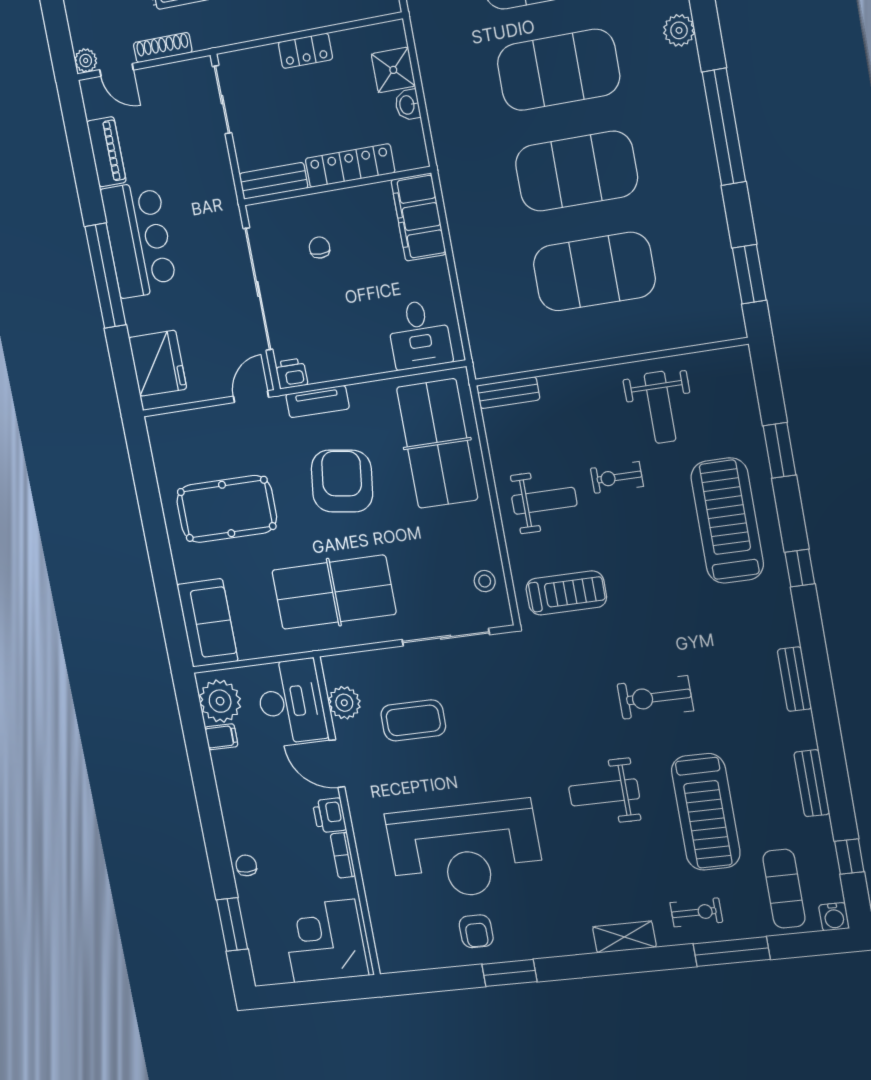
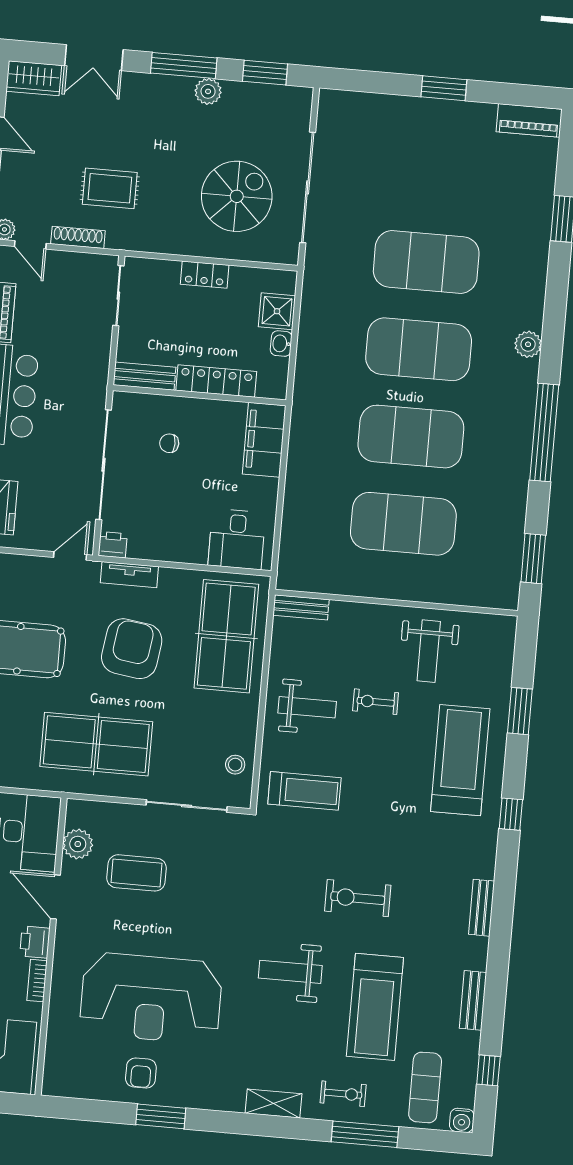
chair: (319, 248) -> (169, 443), turned -90

